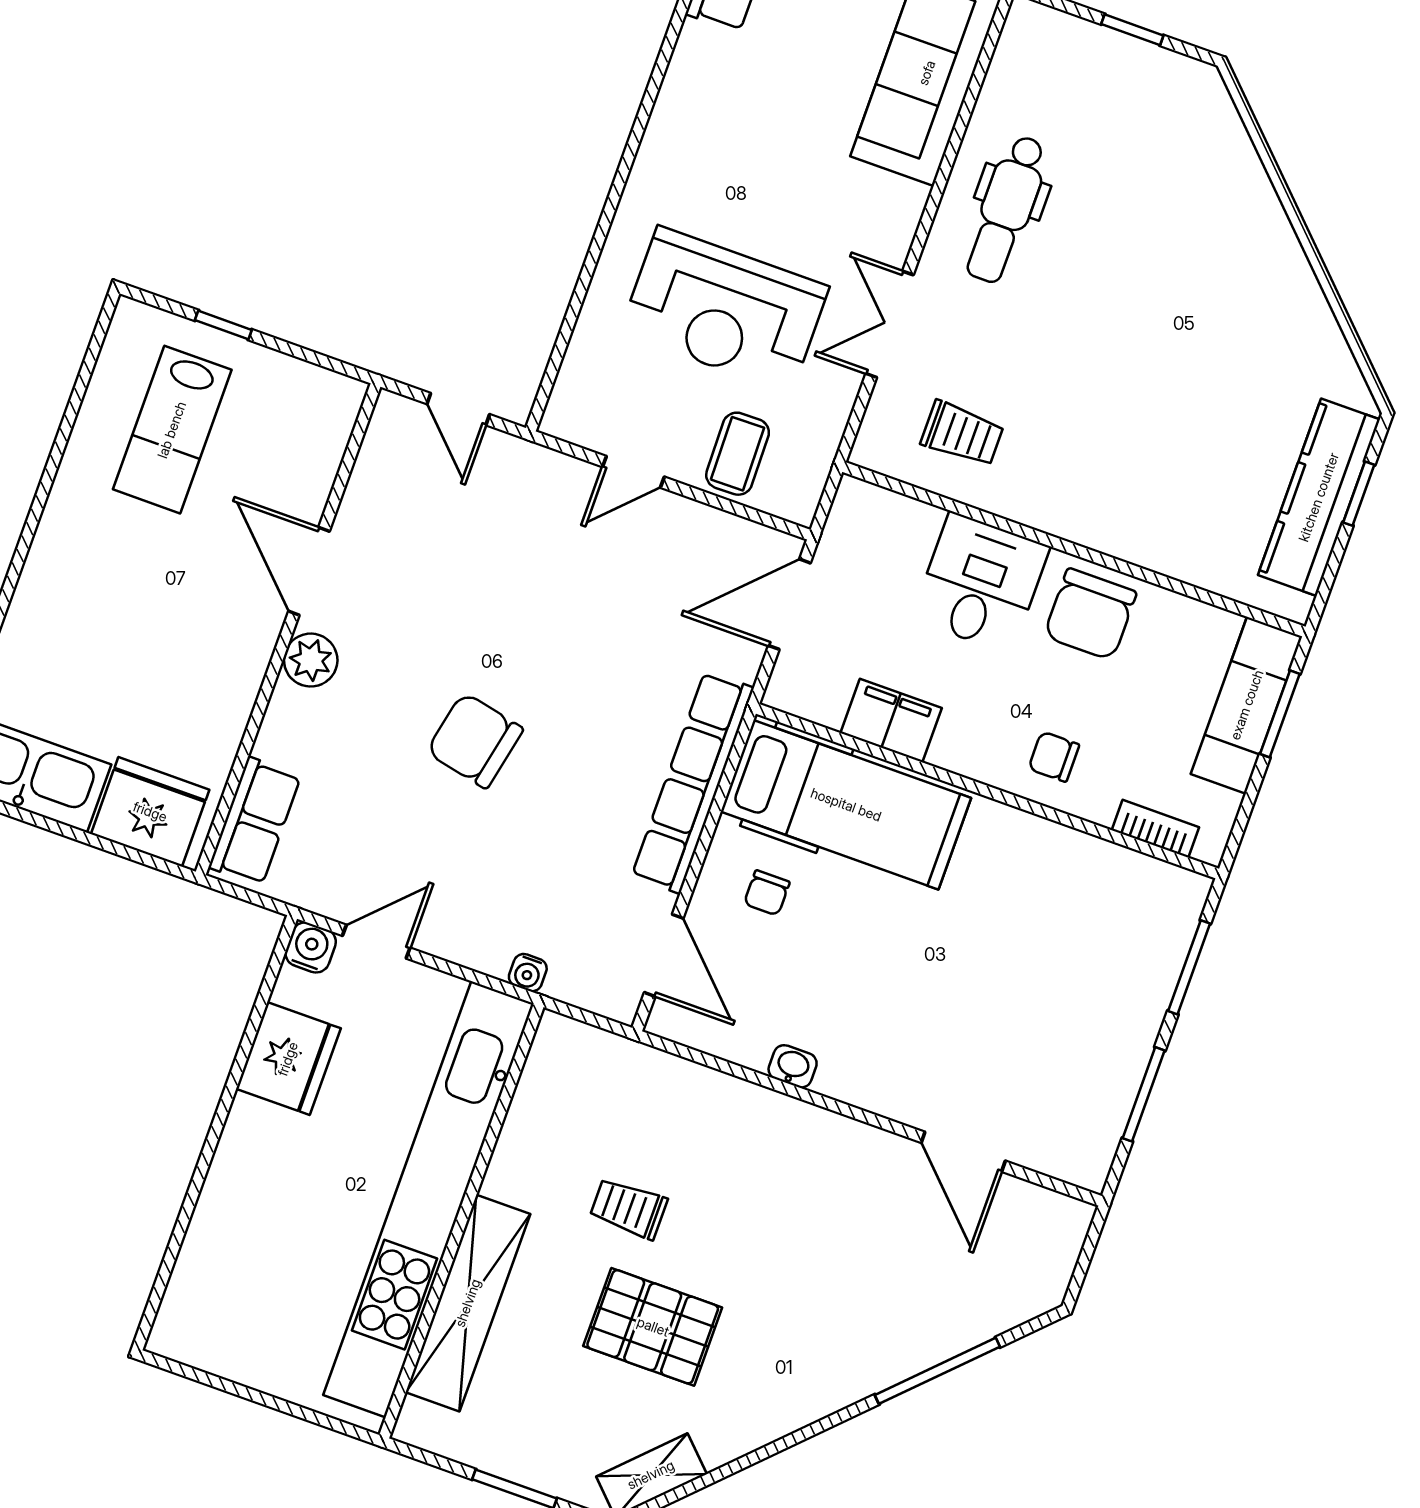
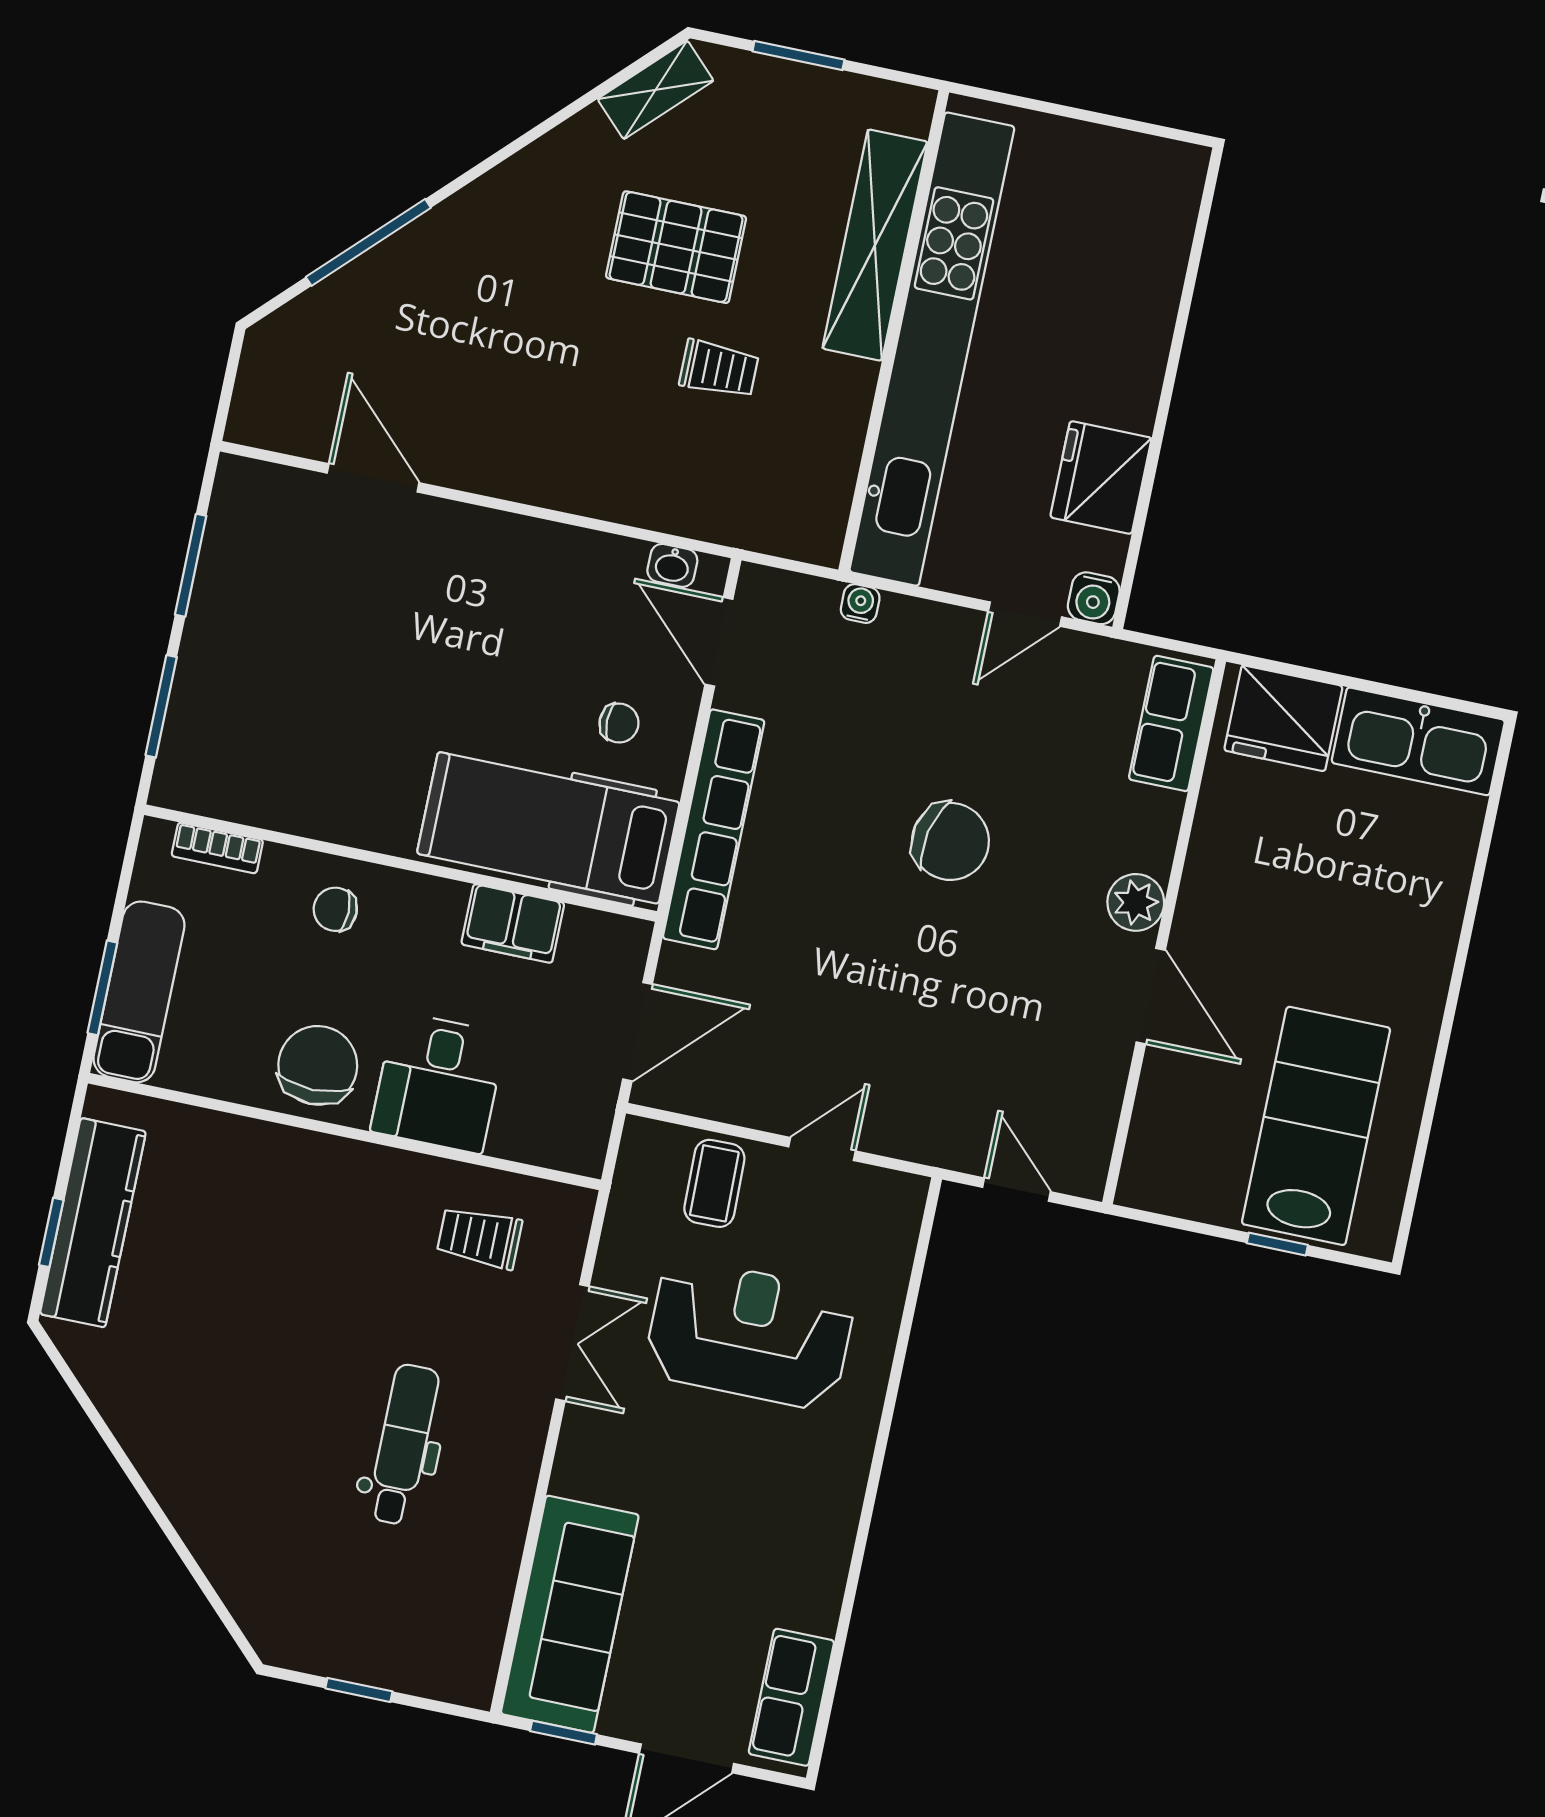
dental chair: (1006, 209) -> (403, 1444), moved
lab bench: (172, 430) -> (1316, 1126), width x1.36, depth x1.39
chair: (1054, 757) -> (335, 909), turned 180
chair: (767, 893) -> (619, 723), turned 90
washbasin: (793, 1066) -> (672, 565), moved

